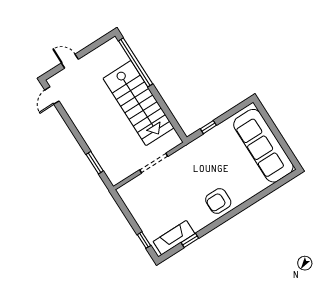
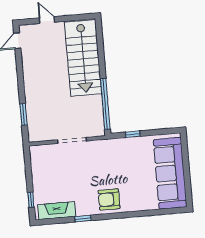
window: (136, 62) -> (105, 104), moved
stairs: (138, 103) -> (83, 58), moved
window: (190, 240) -> (83, 219), moved

